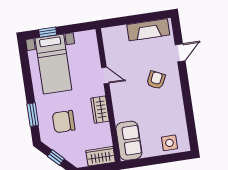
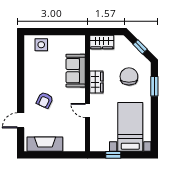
window: (48, 32) -> (113, 155), moved
chair: (64, 122) -> (129, 76), turned -90
sofa: (129, 141) -> (76, 71), moved

